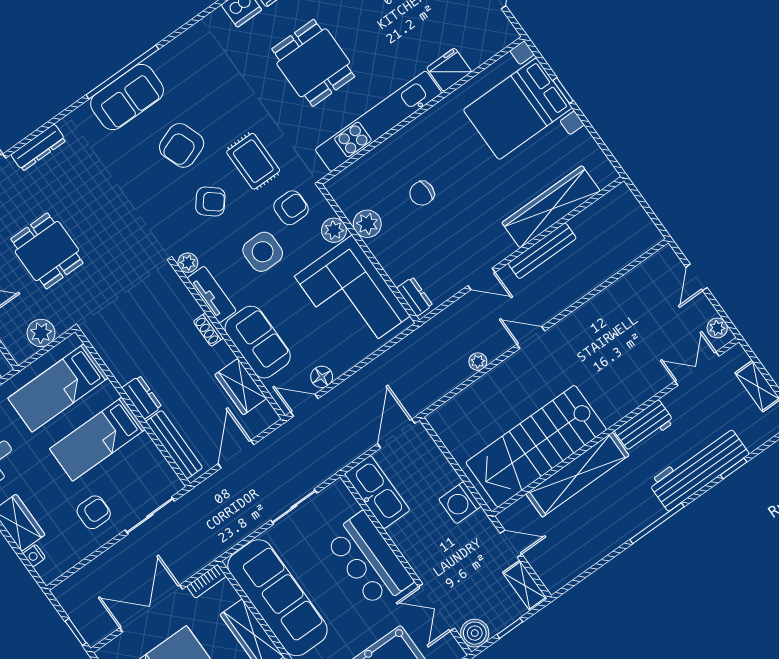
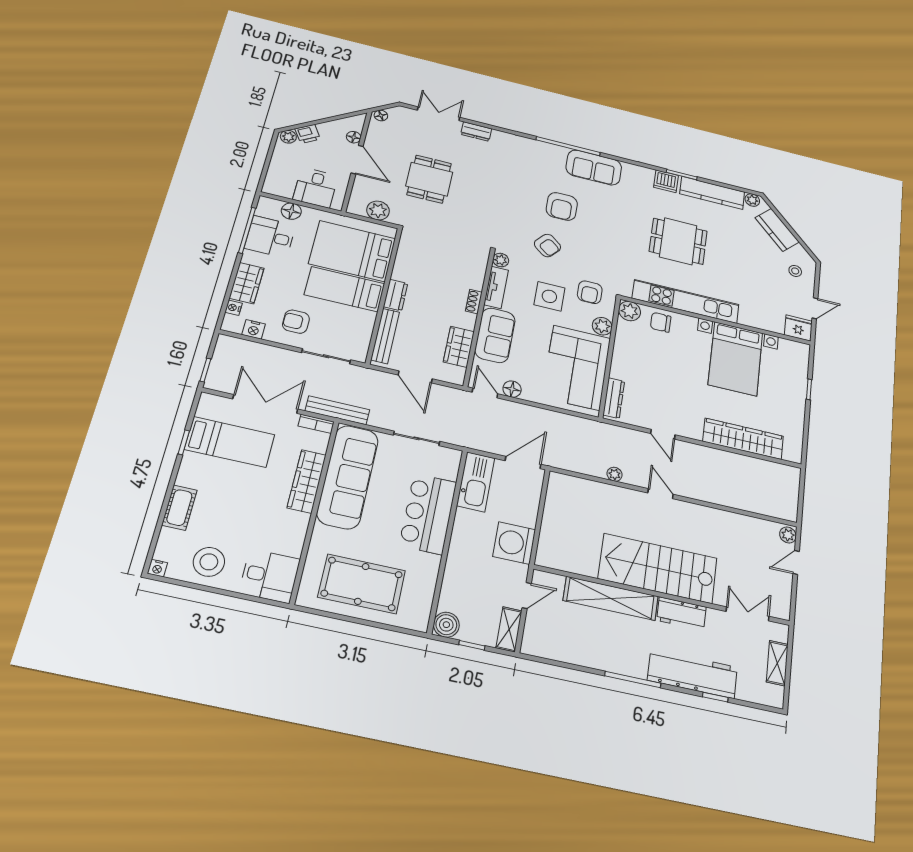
dining table: (313, 63) -> (678, 241), turned 90
fridge: (449, 70) -> (798, 328), moved
sofa: (127, 97) -> (594, 167), moved
bed with nightstands: (518, 109) -> (736, 359), moved, turned -90
armchair: (182, 145) -> (562, 206), turned -70
dresser: (38, 148) -> (476, 132), width x0.70
rug: (253, 161) -> (593, 251), removed
chair: (422, 193) -> (661, 322), moved
armchair: (291, 208) -> (590, 292), turned 90
plant: (367, 224) -> (630, 311), moved
bench: (542, 251) -> (337, 410), moved
dresser: (415, 297) -> (614, 398), width x1.44
plant: (717, 328) -> (788, 535), moved
bed: (58, 388) -> (352, 251), width x1.50
stairs: (536, 446) -> (658, 568), moved
door: (236, 454) -> (415, 377), swing flipped
washing machine: (460, 503) -> (514, 543), width x1.37, depth x1.37
armchair: (94, 512) -> (296, 322), turned 180
door: (511, 544) -> (527, 595), hinge flipped
nightstand: (70, 556) -> (254, 329), added
double door: (436, 608) -> (439, 584), removed

